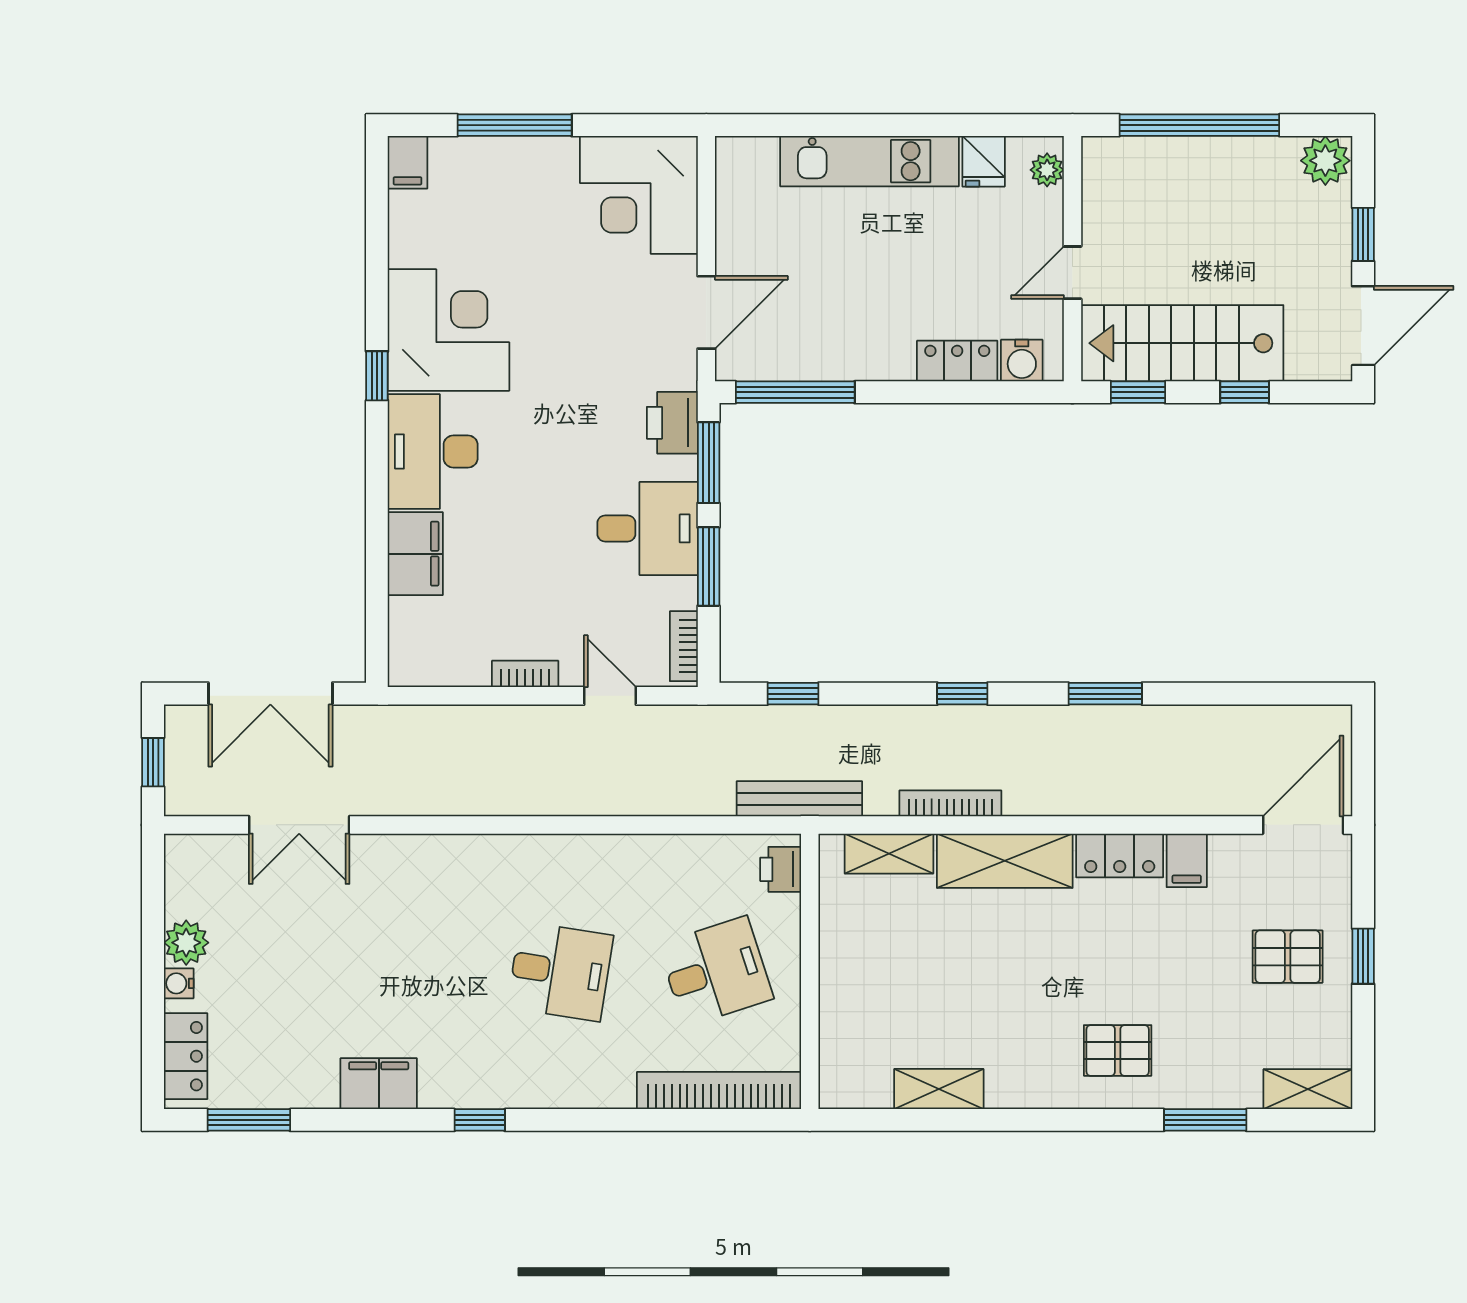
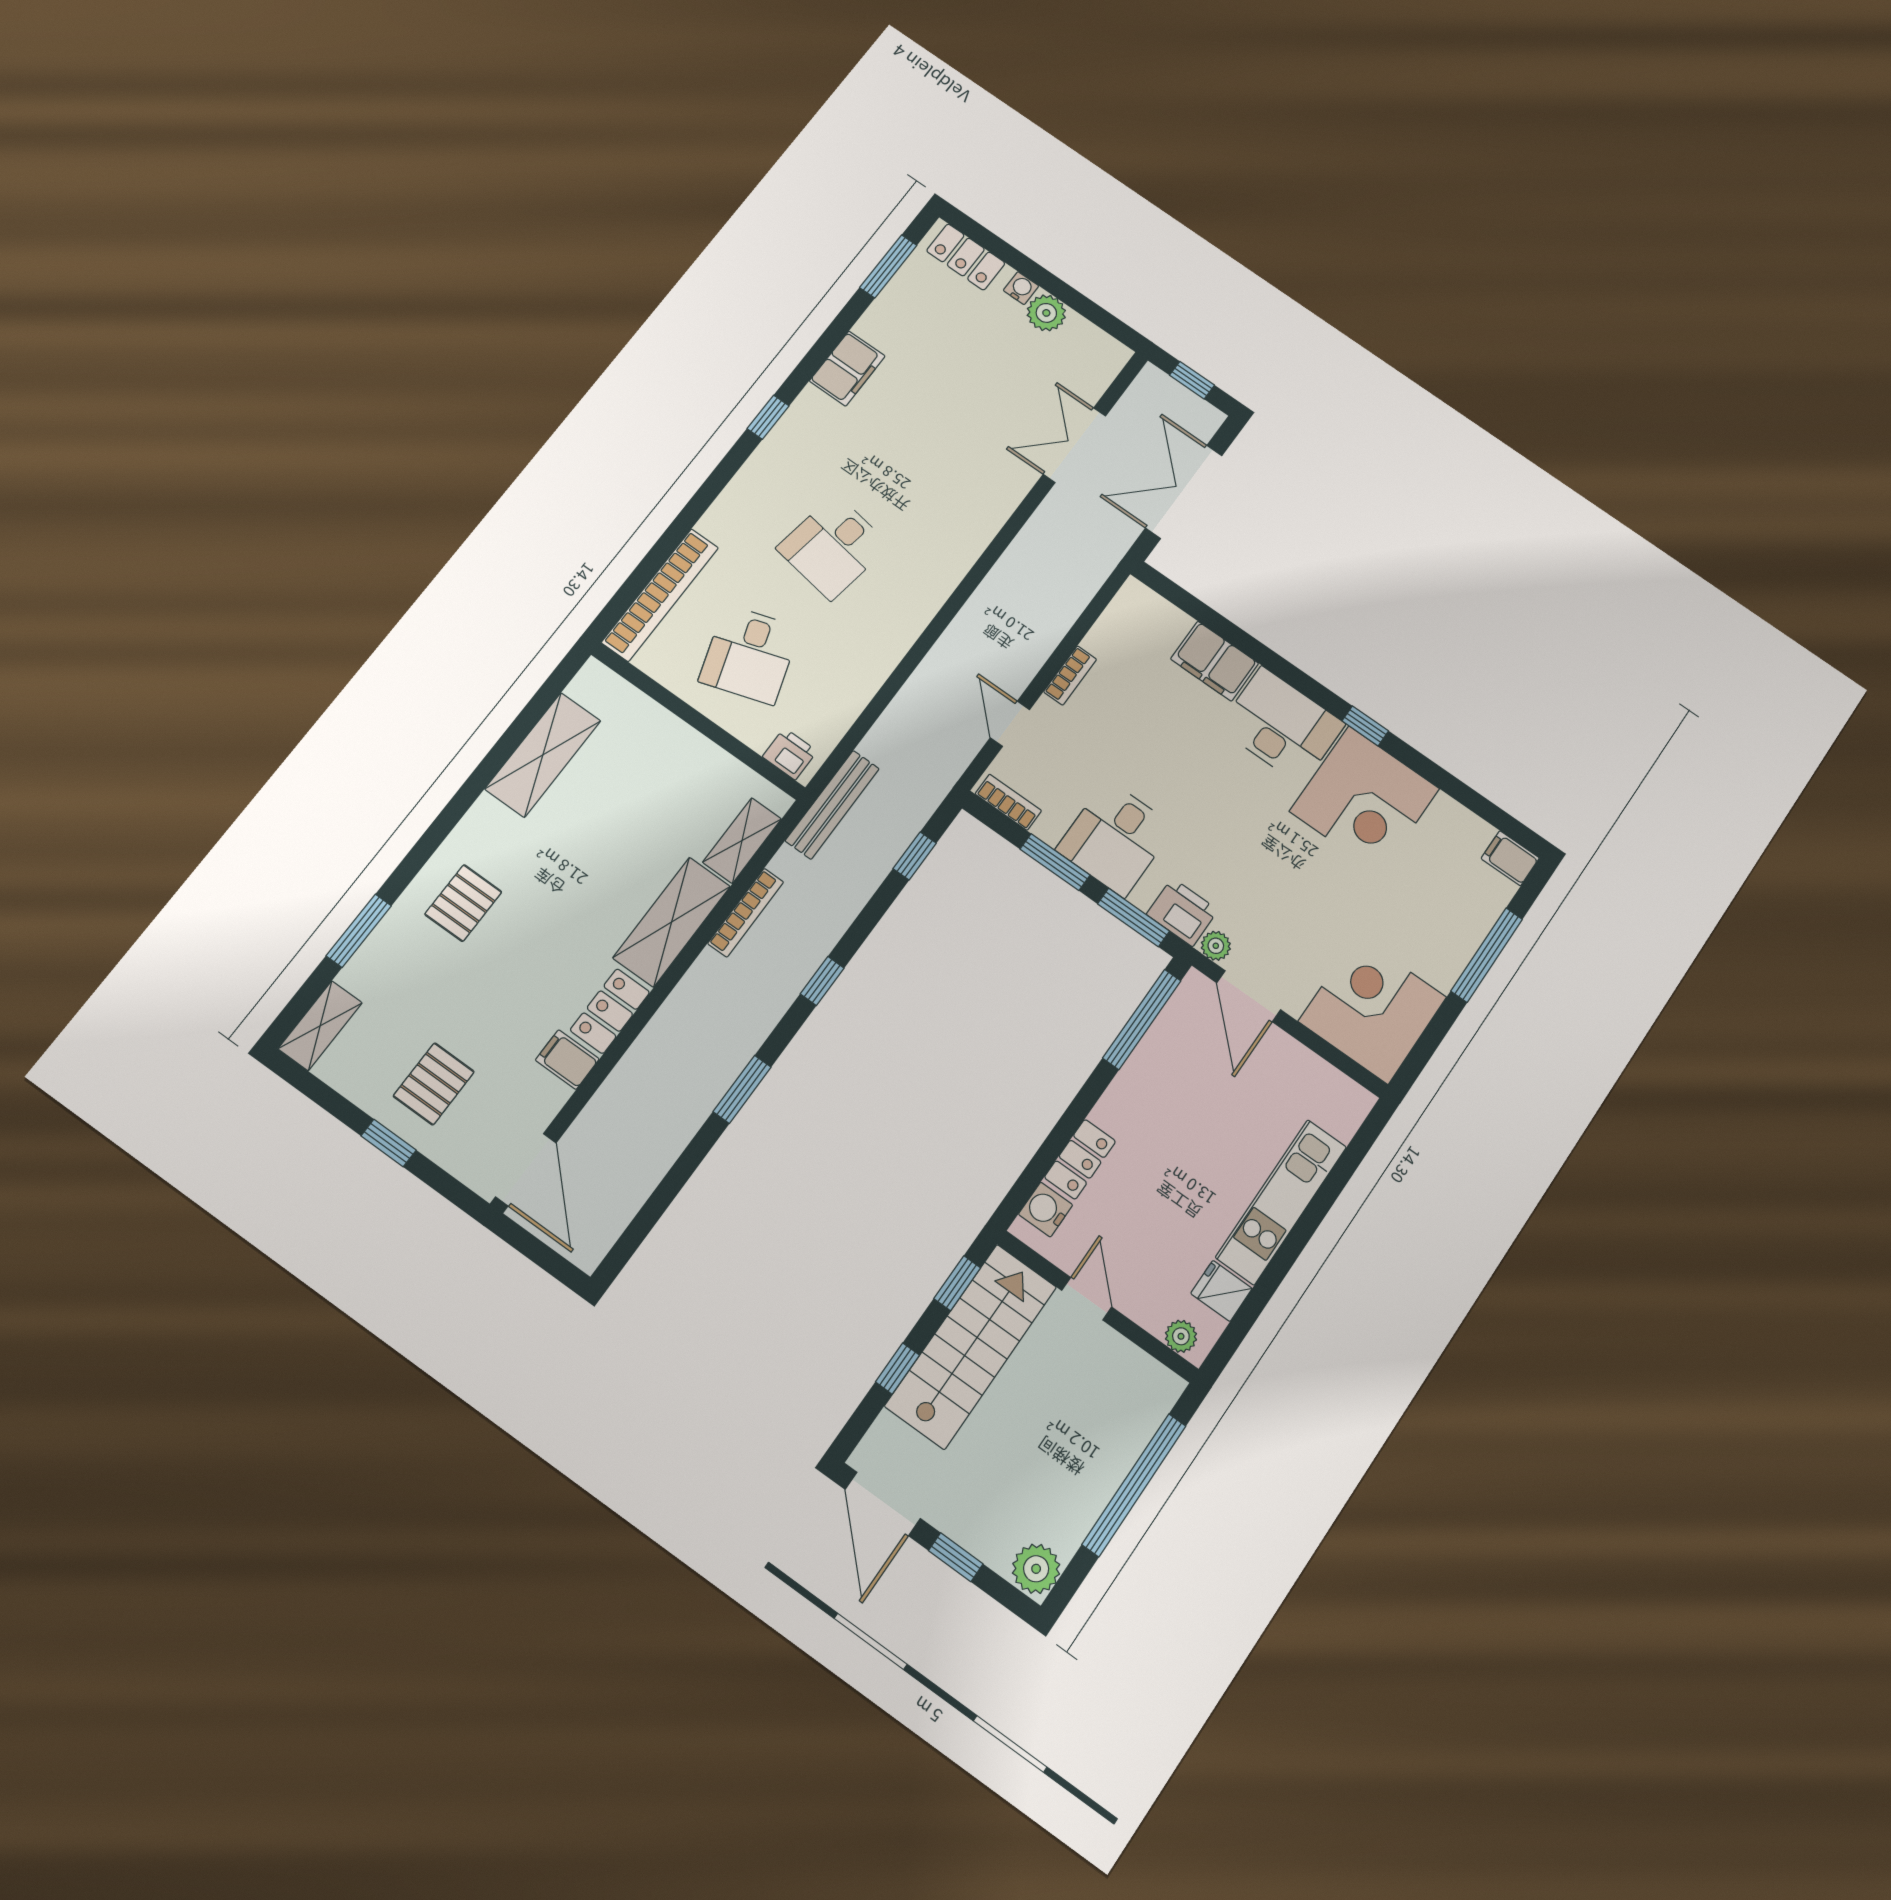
plant: (682, 372) -> (1216, 946), added
door: (610, 696) -> (1010, 724), swing flipped
shelving: (939, 1089) -> (543, 755), width x1.50, depth x1.33

